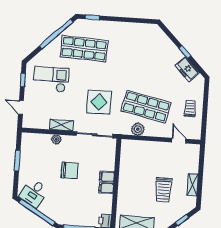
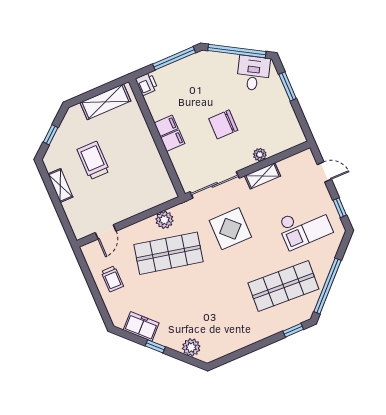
plant: (162, 40) -> (191, 347), added
door: (179, 141) -> (106, 232), hinge flipped
window: (17, 161) -> (288, 86), moved

